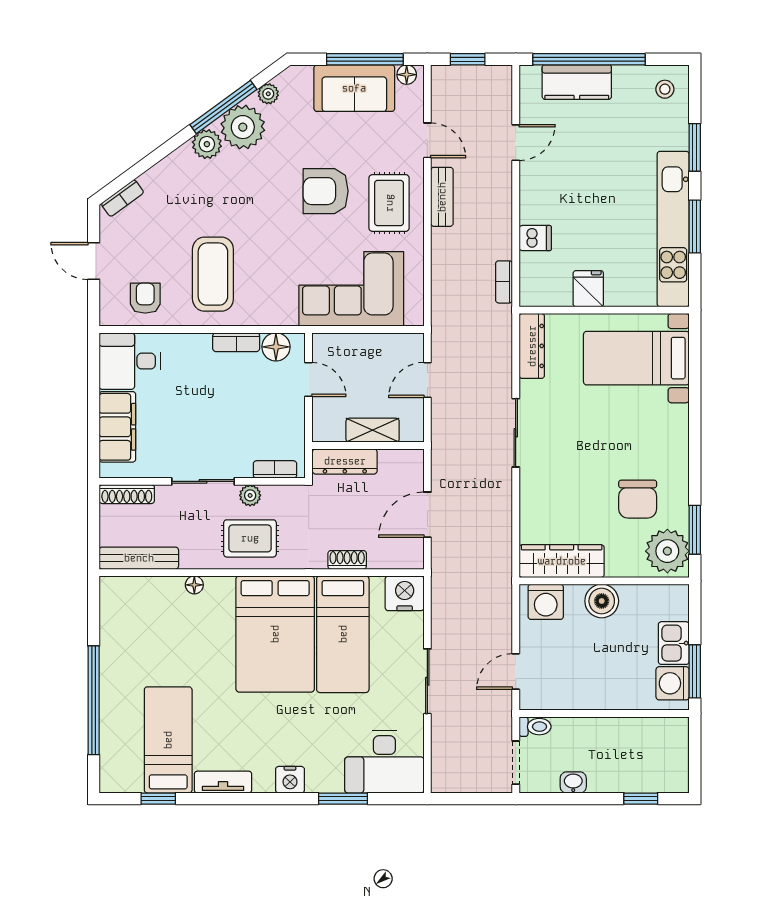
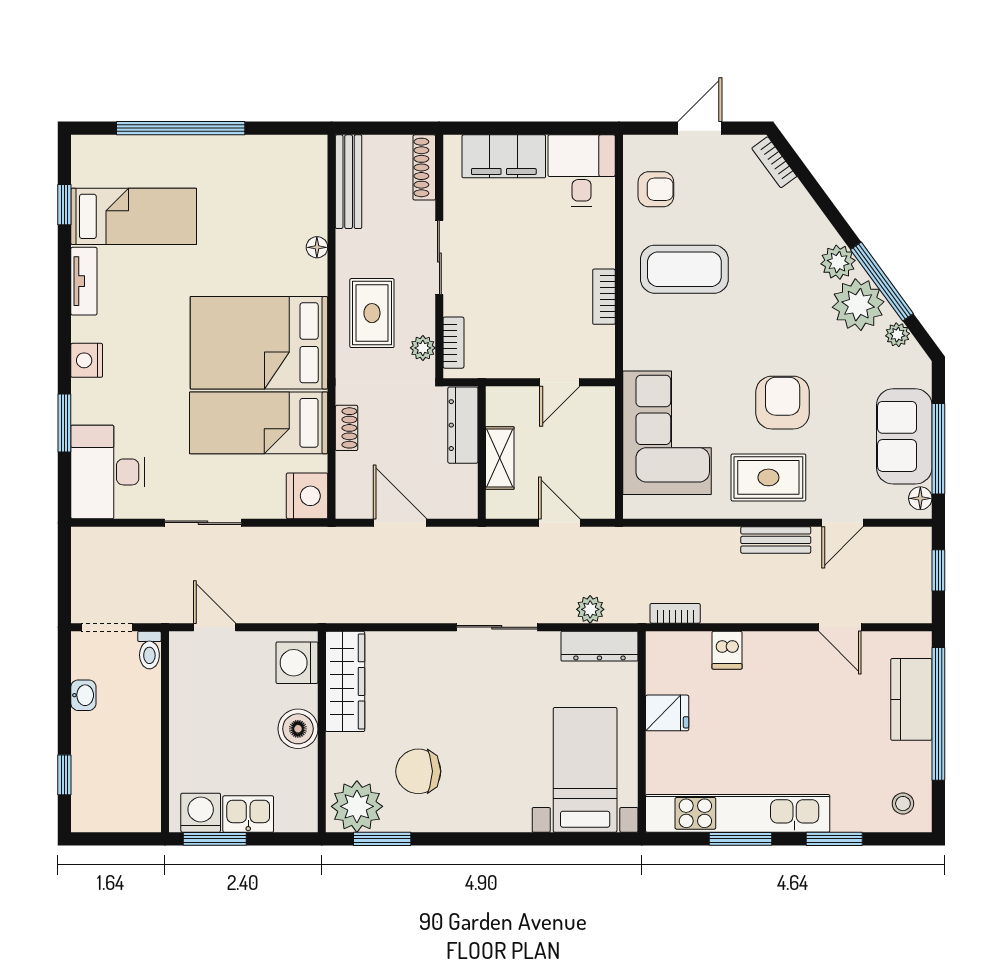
floor lamp: (276, 347) -> (598, 344), removed
plant: (501, 354) -> (590, 609), added
plant: (250, 495) -> (423, 348), moved

